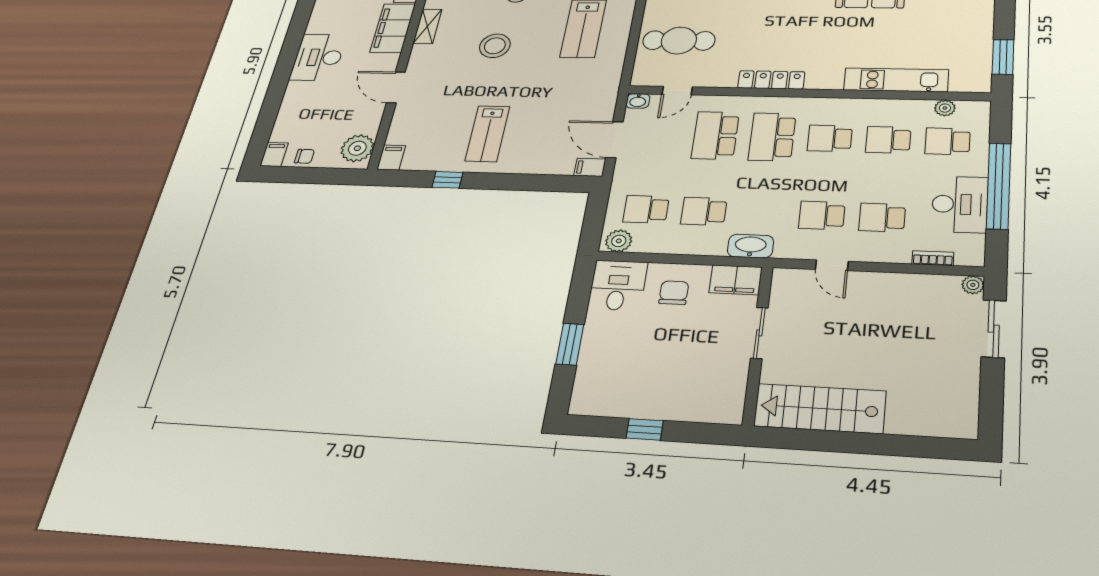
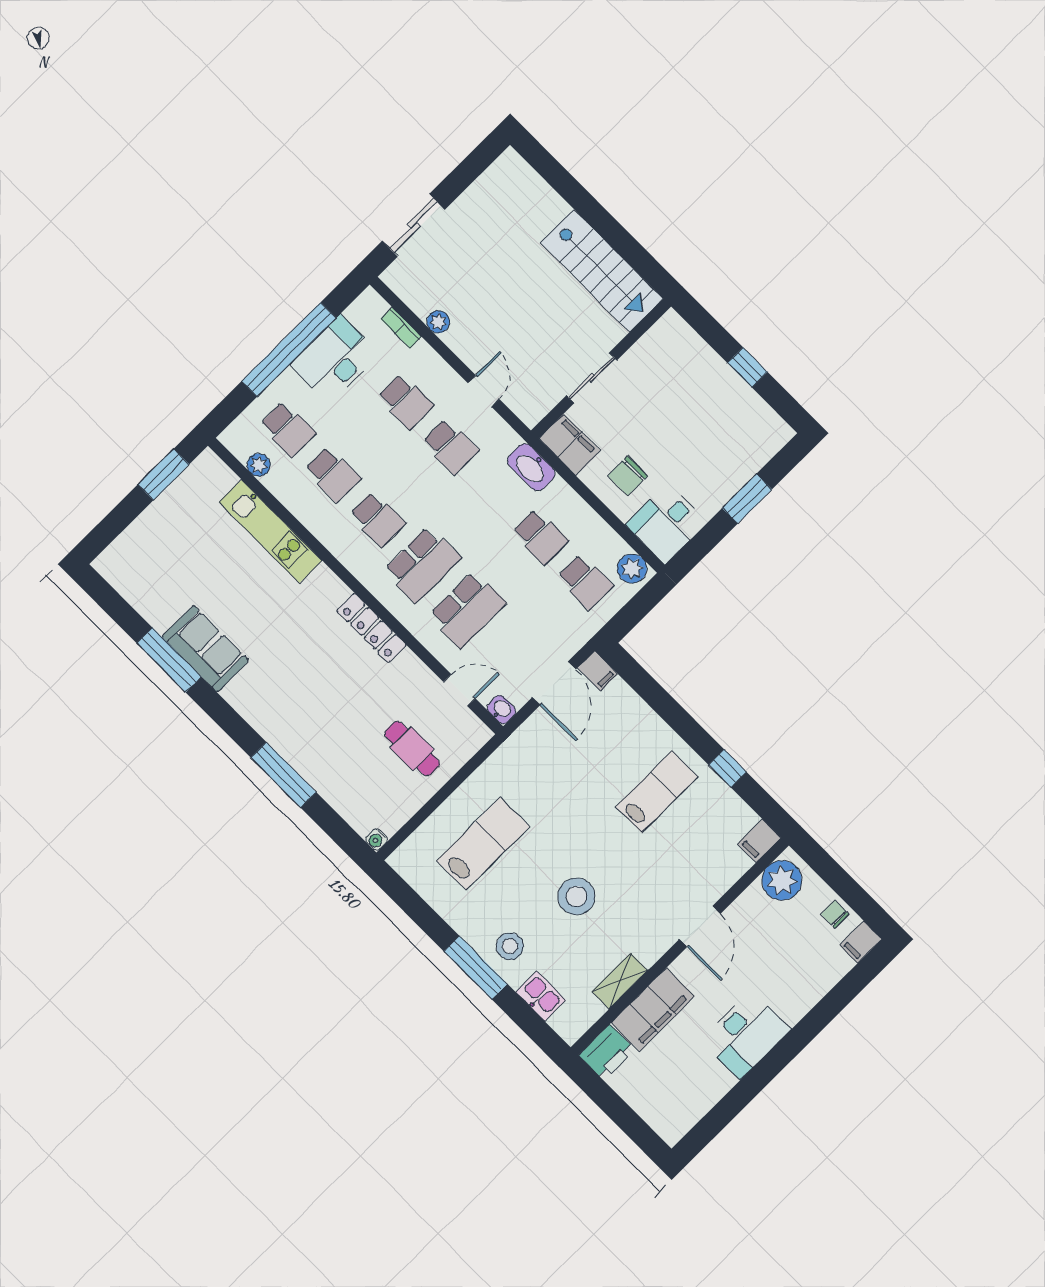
cafe table: (679, 40) -> (412, 749), width x0.73, depth x0.74
plant: (973, 285) -> (438, 322), moved

